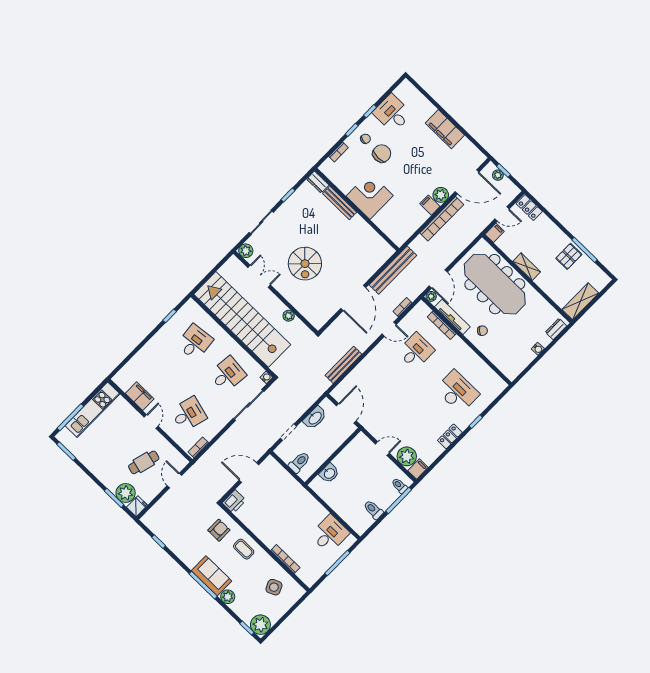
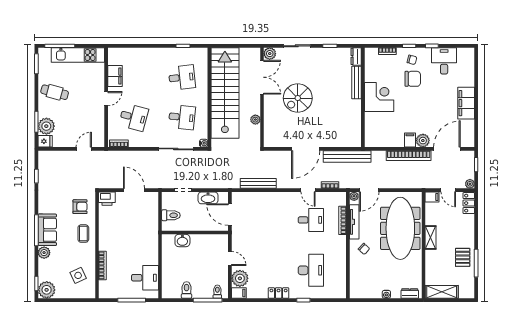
plant: (498, 175) -> (470, 184), moved
door: (467, 182) -> (447, 149), swing flipped
pallet: (569, 256) -> (463, 257), turned 90
double door: (259, 276) -> (262, 77), width x1.37
door: (346, 413) -> (230, 215), swing flipped
cafe table: (144, 462) -> (55, 92), moved

